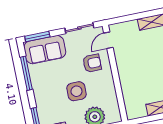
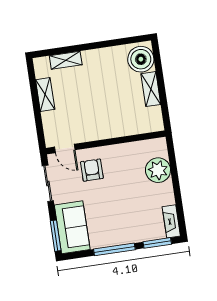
window: (26, 73) -> (114, 249), moved
side table: (76, 91) -> (125, 191), removed

